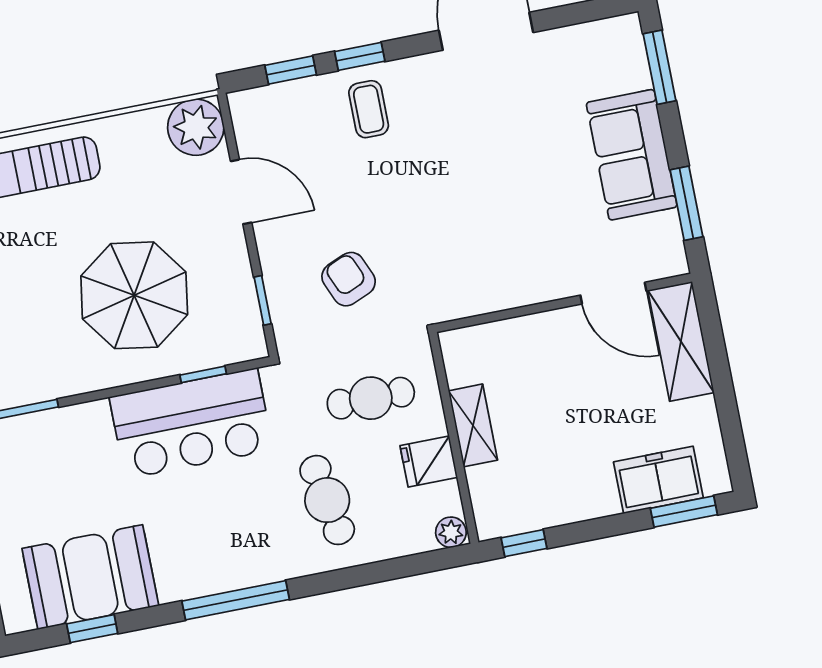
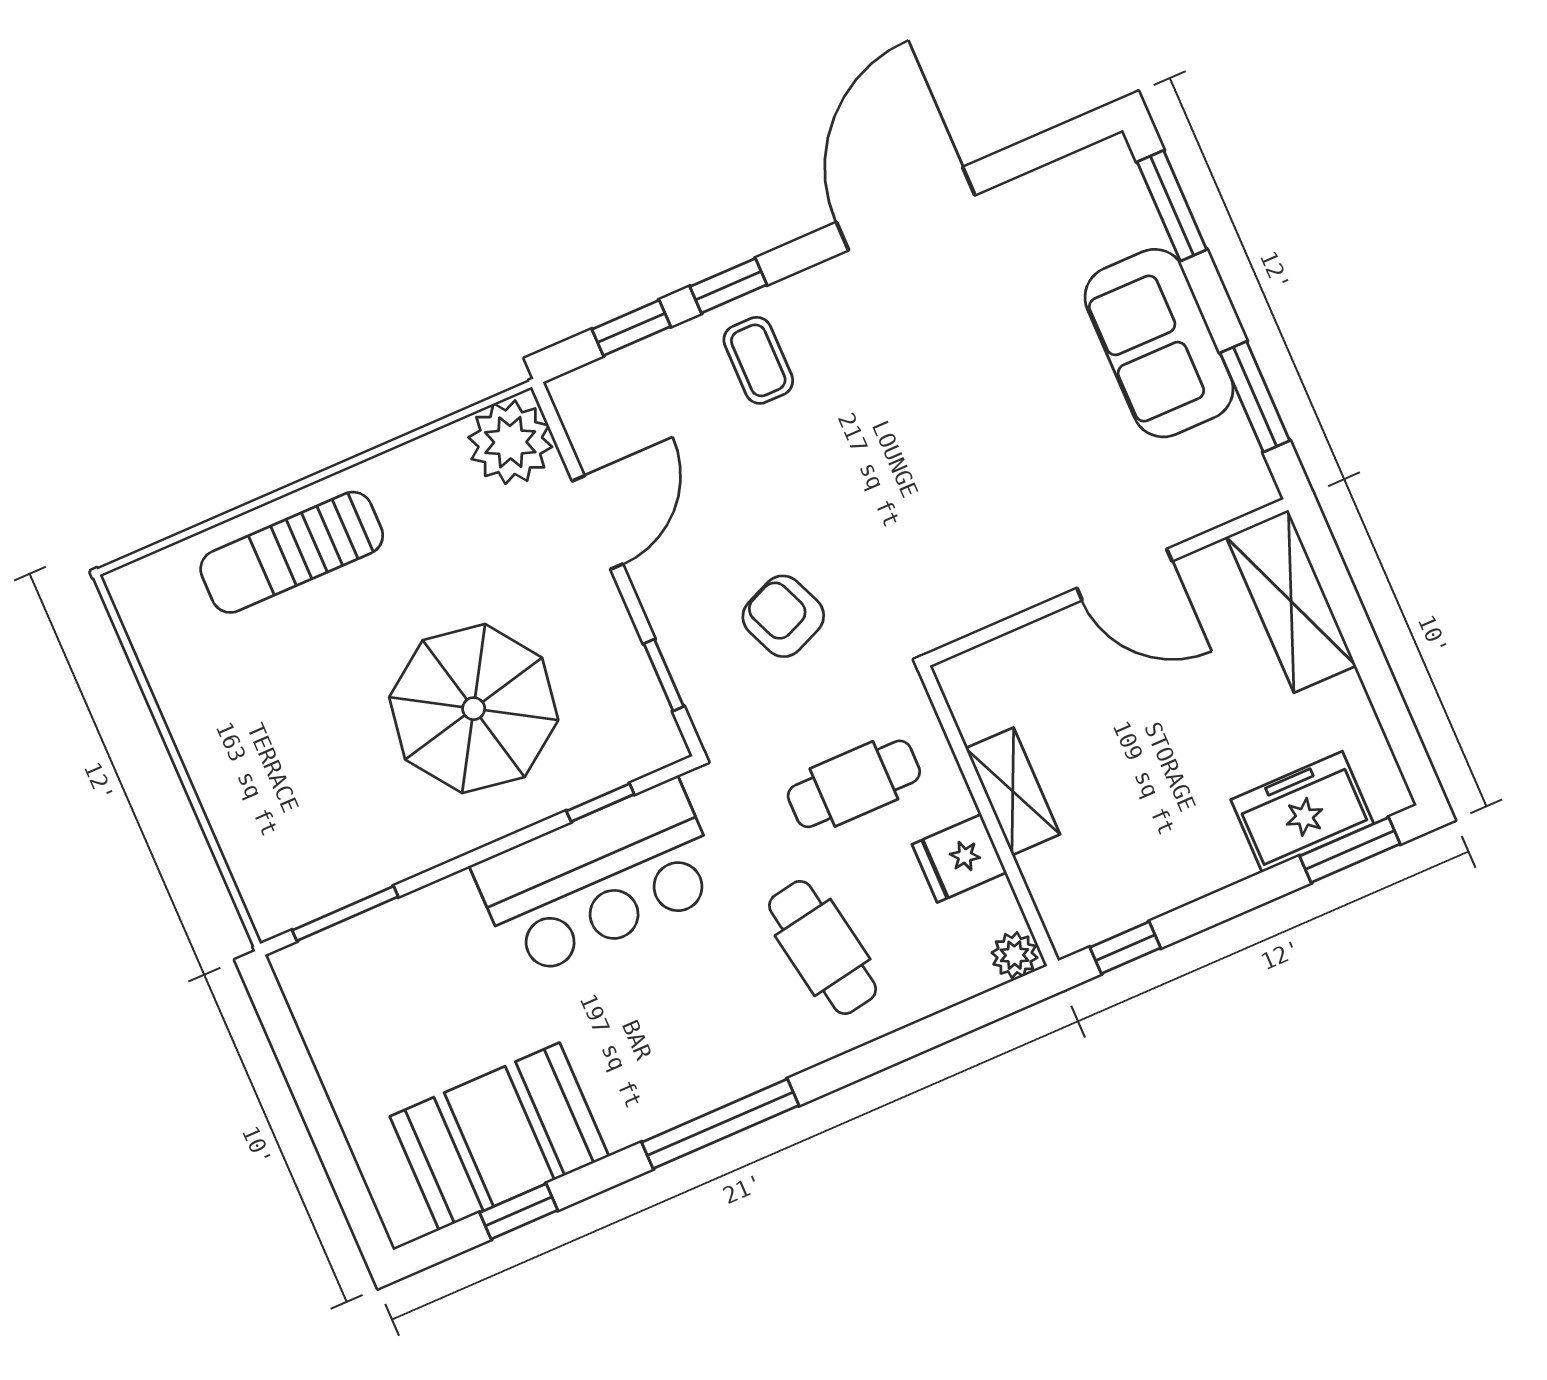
door: (241, 192) -> (597, 522), hinge flipped
door: (613, 293) -> (1124, 575), moved

